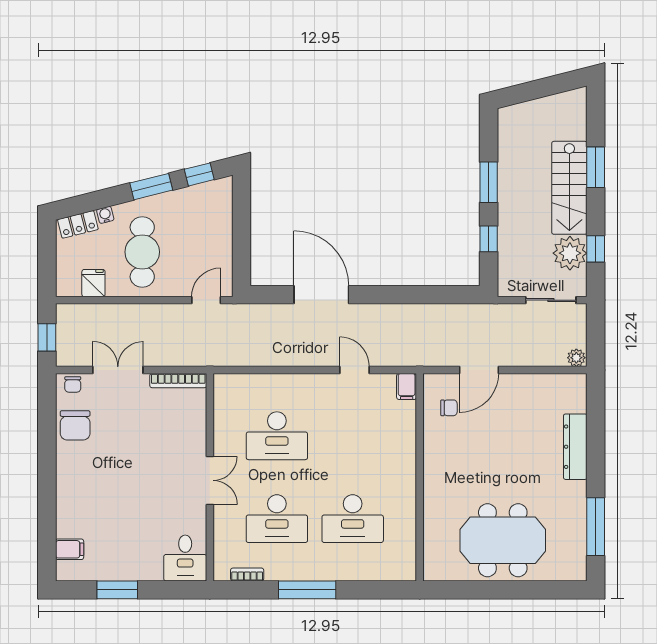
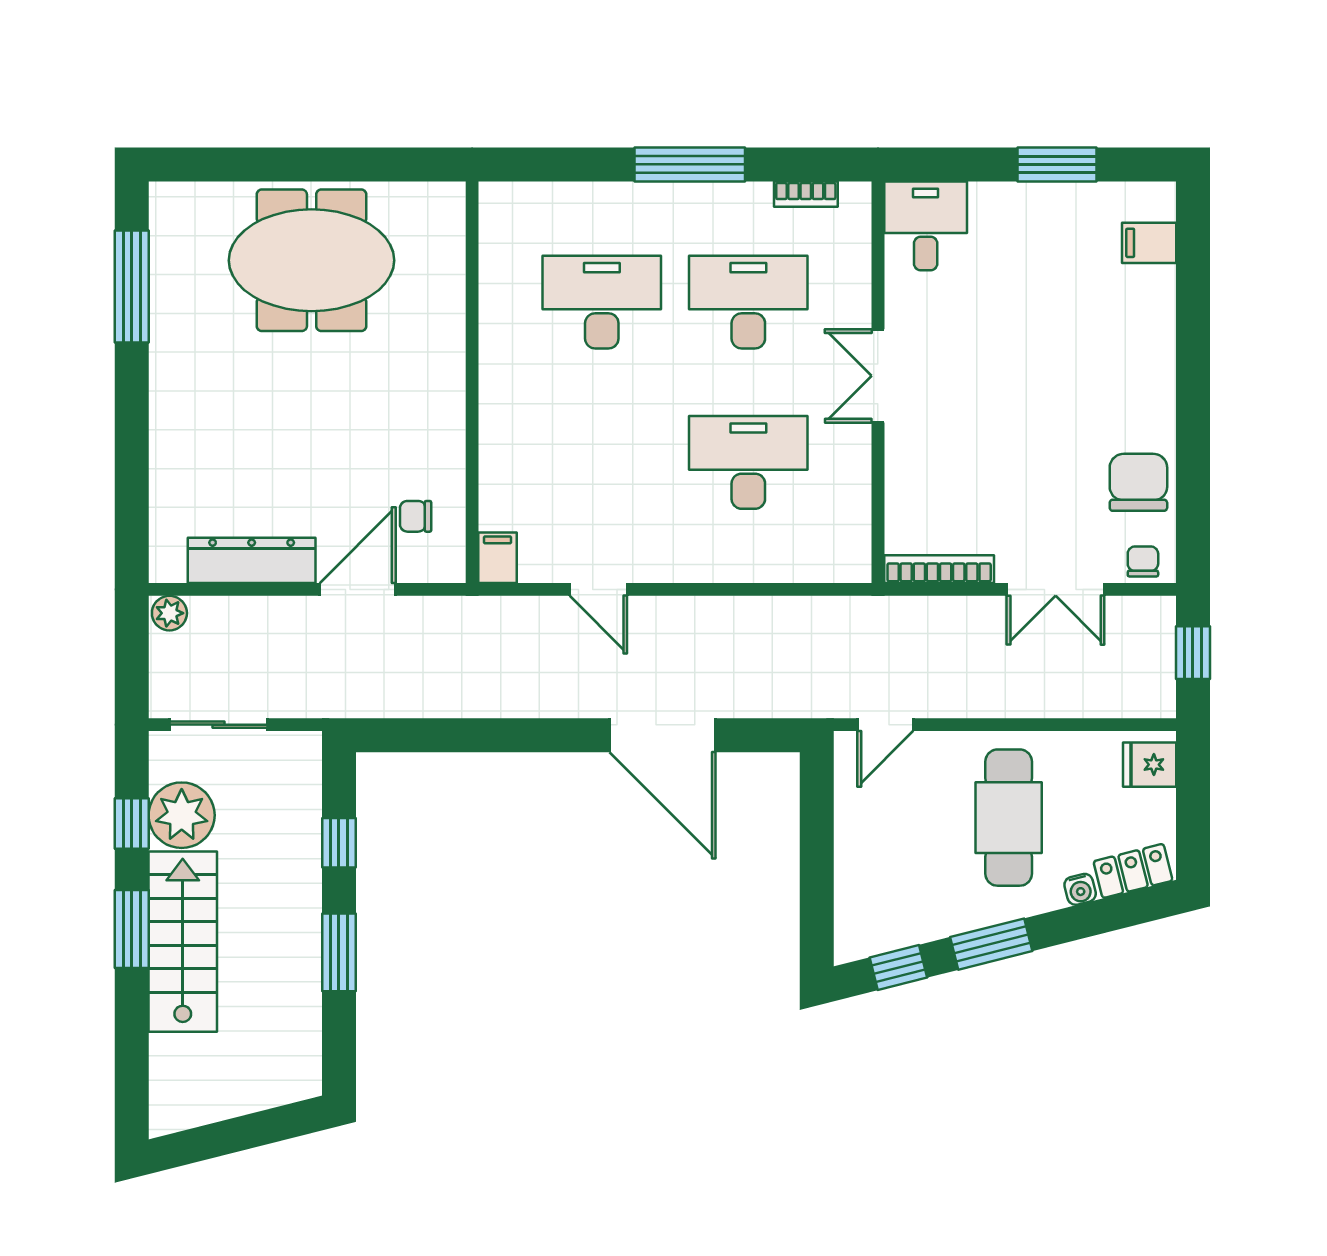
window: (596, 167) -> (132, 929), moved
fridge: (93, 283) -> (1150, 765), moved, turned 90
dresser: (575, 447) -> (252, 560), moved, turned -90

